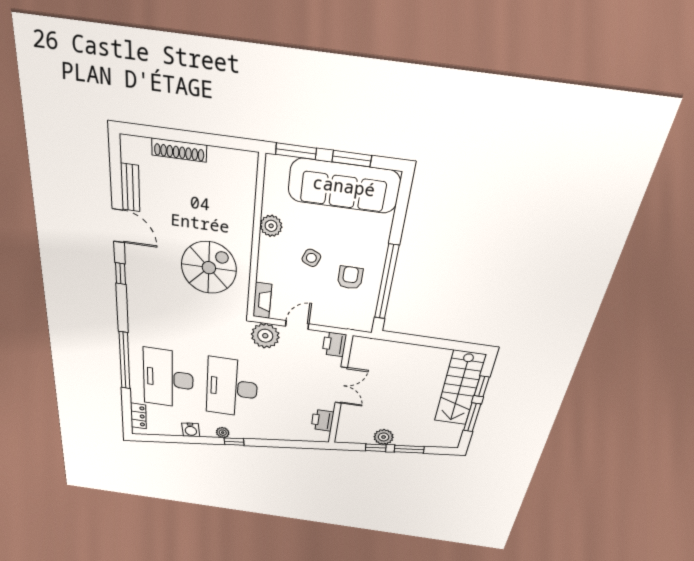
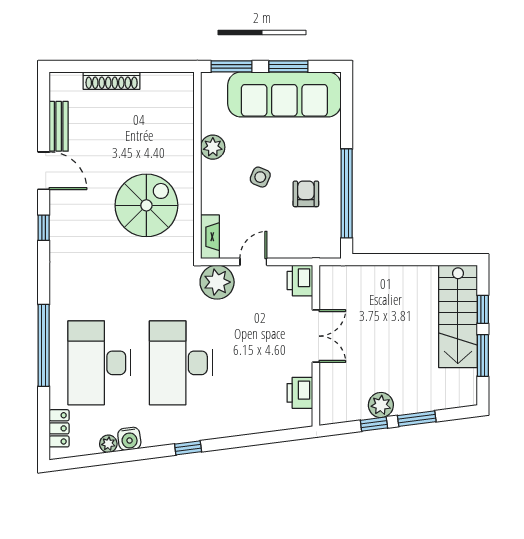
plant: (223, 433) -> (108, 444), moved

